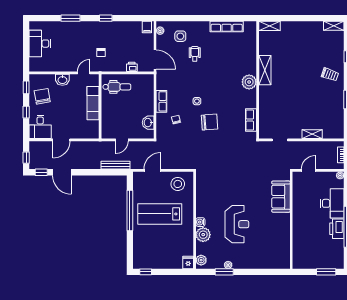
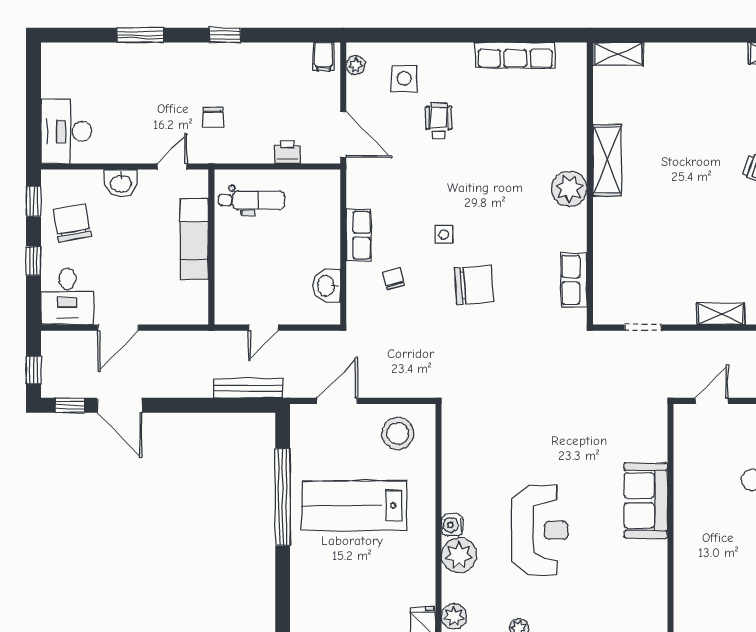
desk: (40, 44) -> (66, 131), moved
sofa: (281, 197) -> (646, 501), moved

